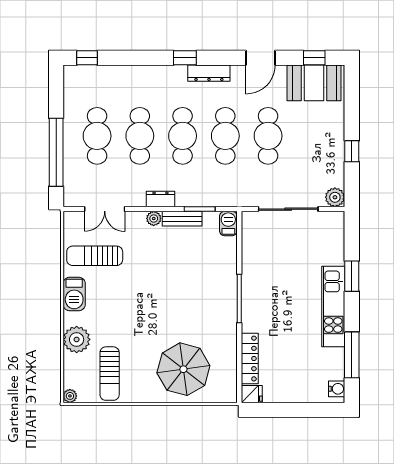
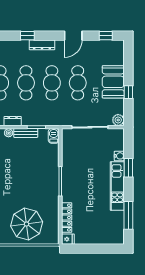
booth: (314, 83) -> (113, 82), moved, turned 90
water cooler: (337, 389) -> (119, 156), moved

